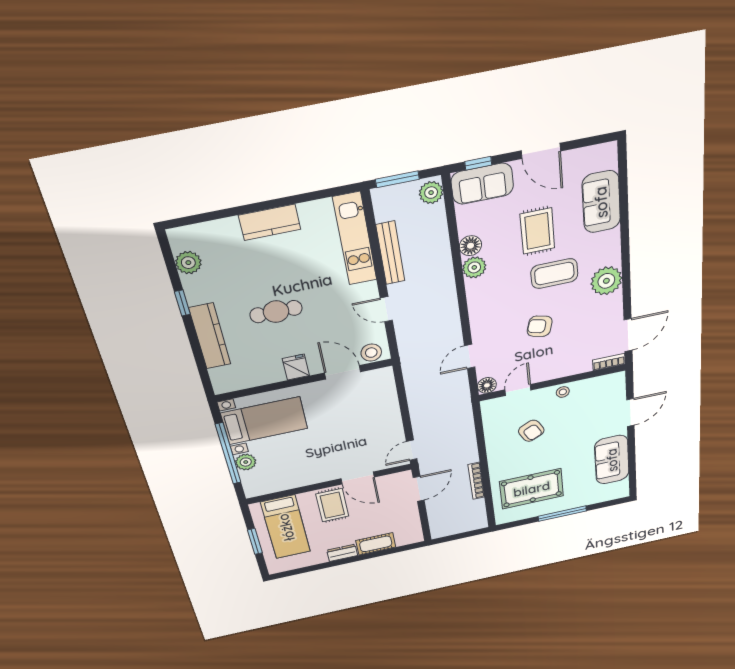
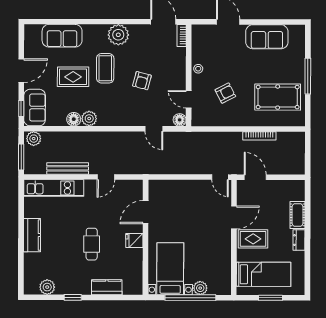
kitchen counter: (210, 336) -> (107, 287), width x0.67
stool: (371, 353) -> (135, 192), removed
pool table: (532, 489) -> (278, 97), turned 90

